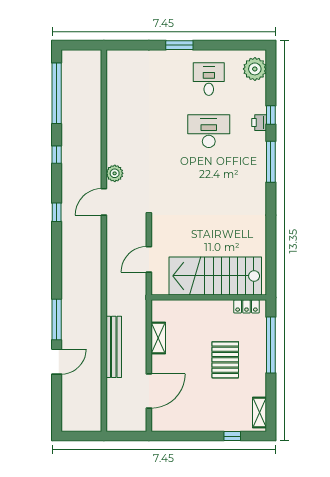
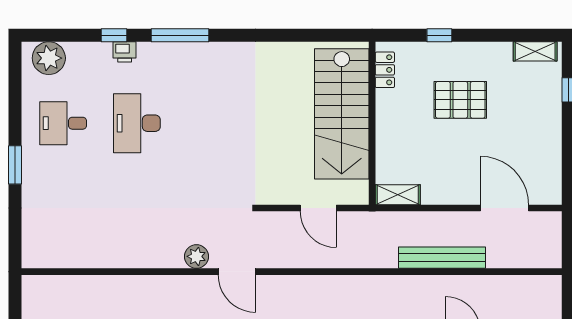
shelving: (158, 338) -> (398, 195), moved
window: (271, 345) -> (439, 35), width x0.32

